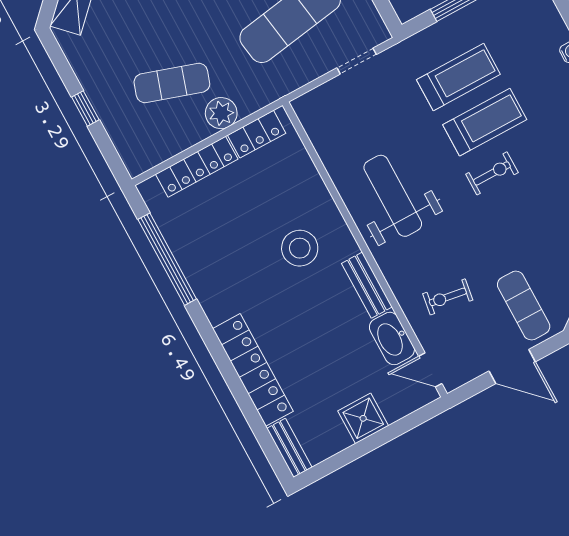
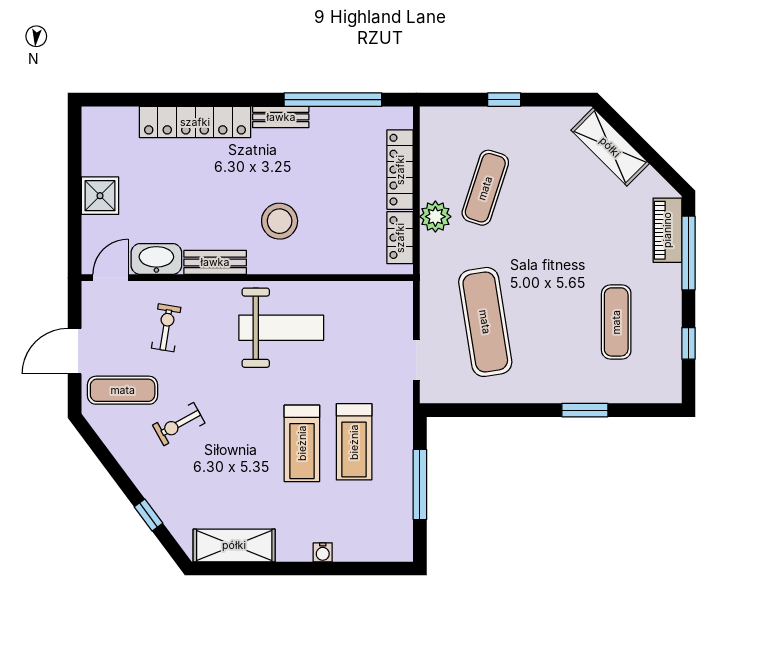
exercise bike: (492, 173) -> (179, 424), moved, turned 61
bench: (289, 448) -> (281, 117), moved

